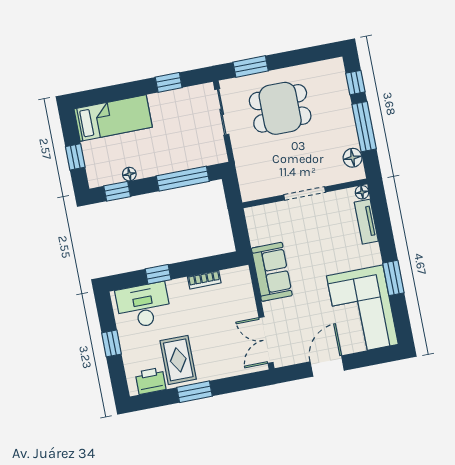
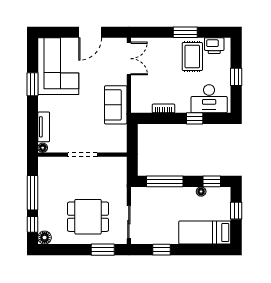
floor lamp: (353, 158) -> (45, 238), moved

